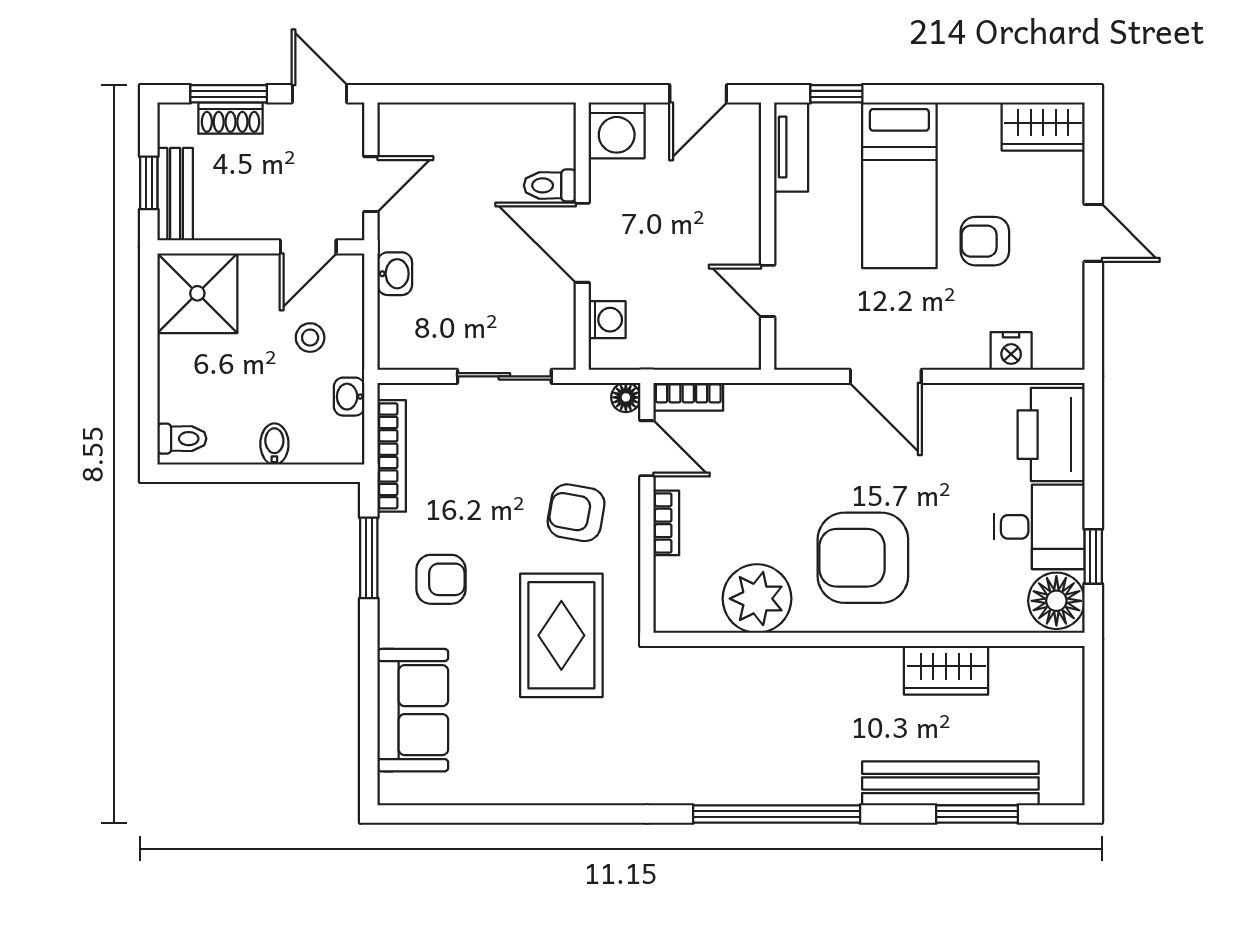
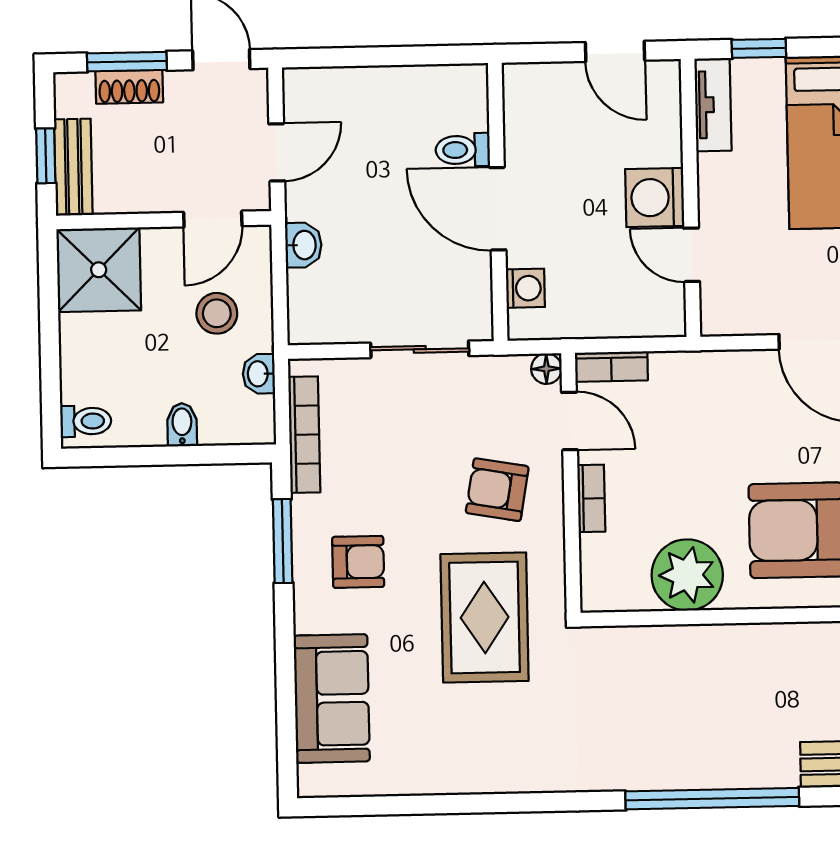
door: (698, 94) -> (615, 51), hinge flipped
washing machine: (617, 130) -> (655, 198), moved, turned 90
stool: (310, 338) -> (217, 313), width x1.37, depth x1.37

